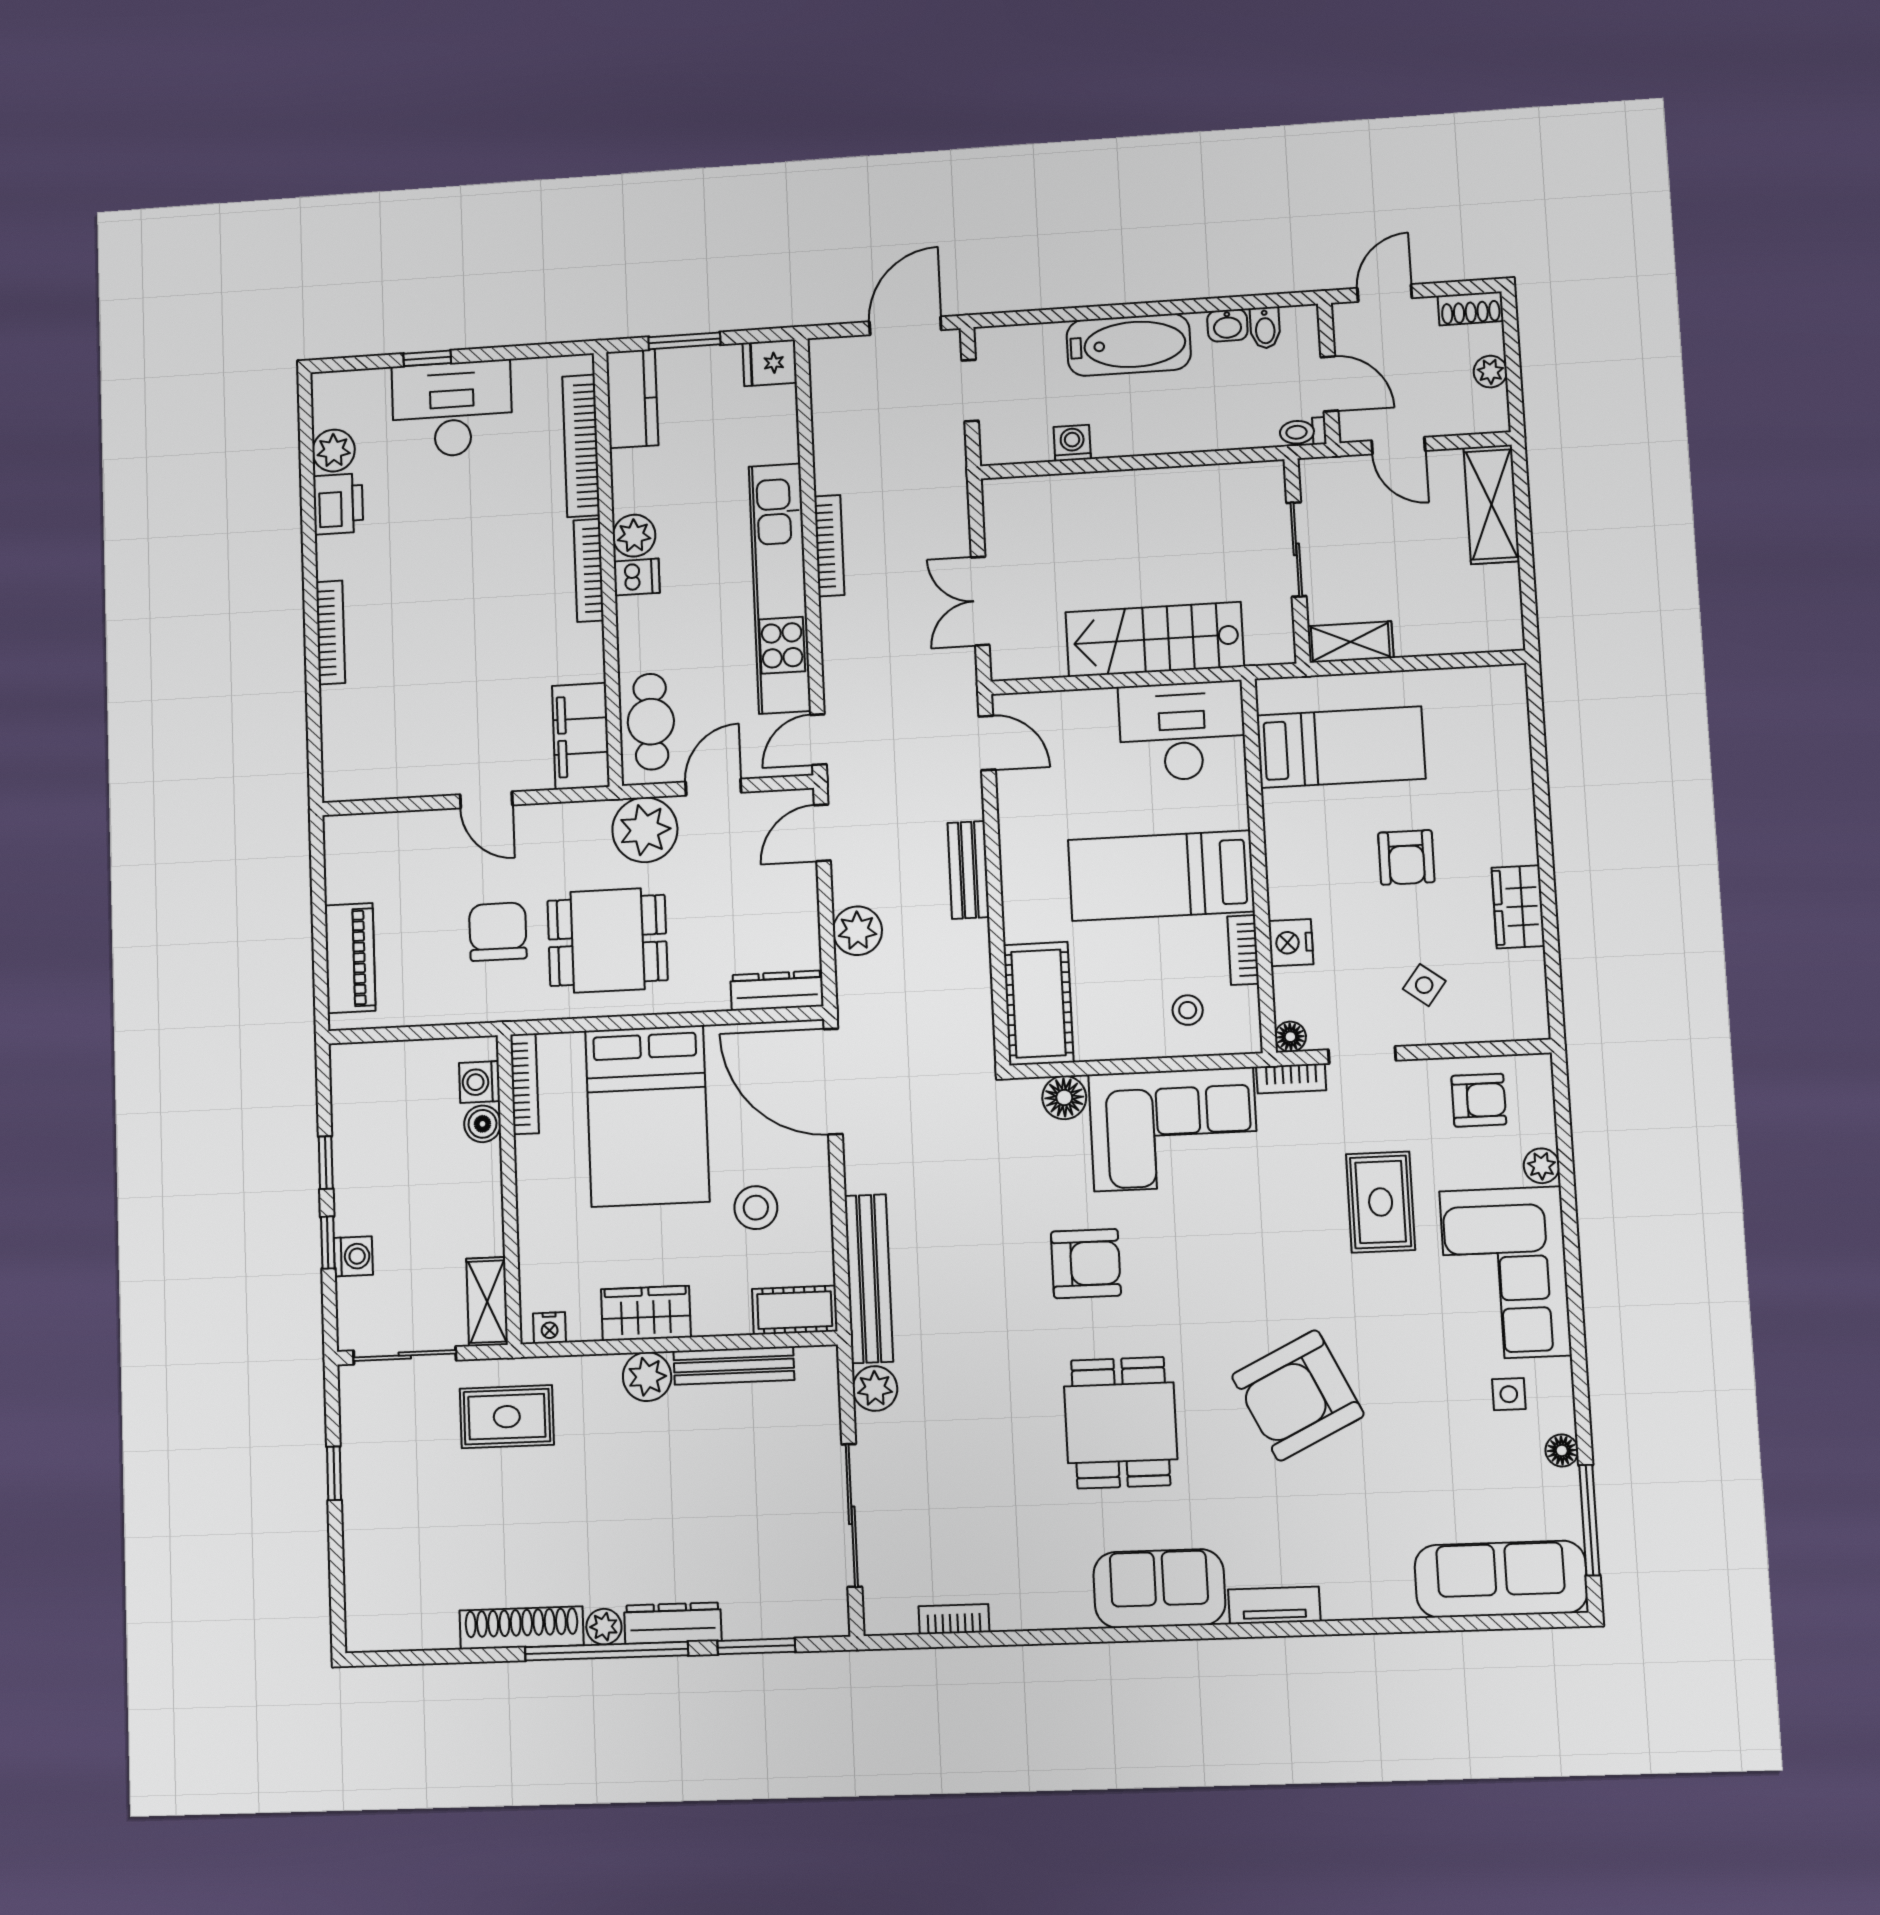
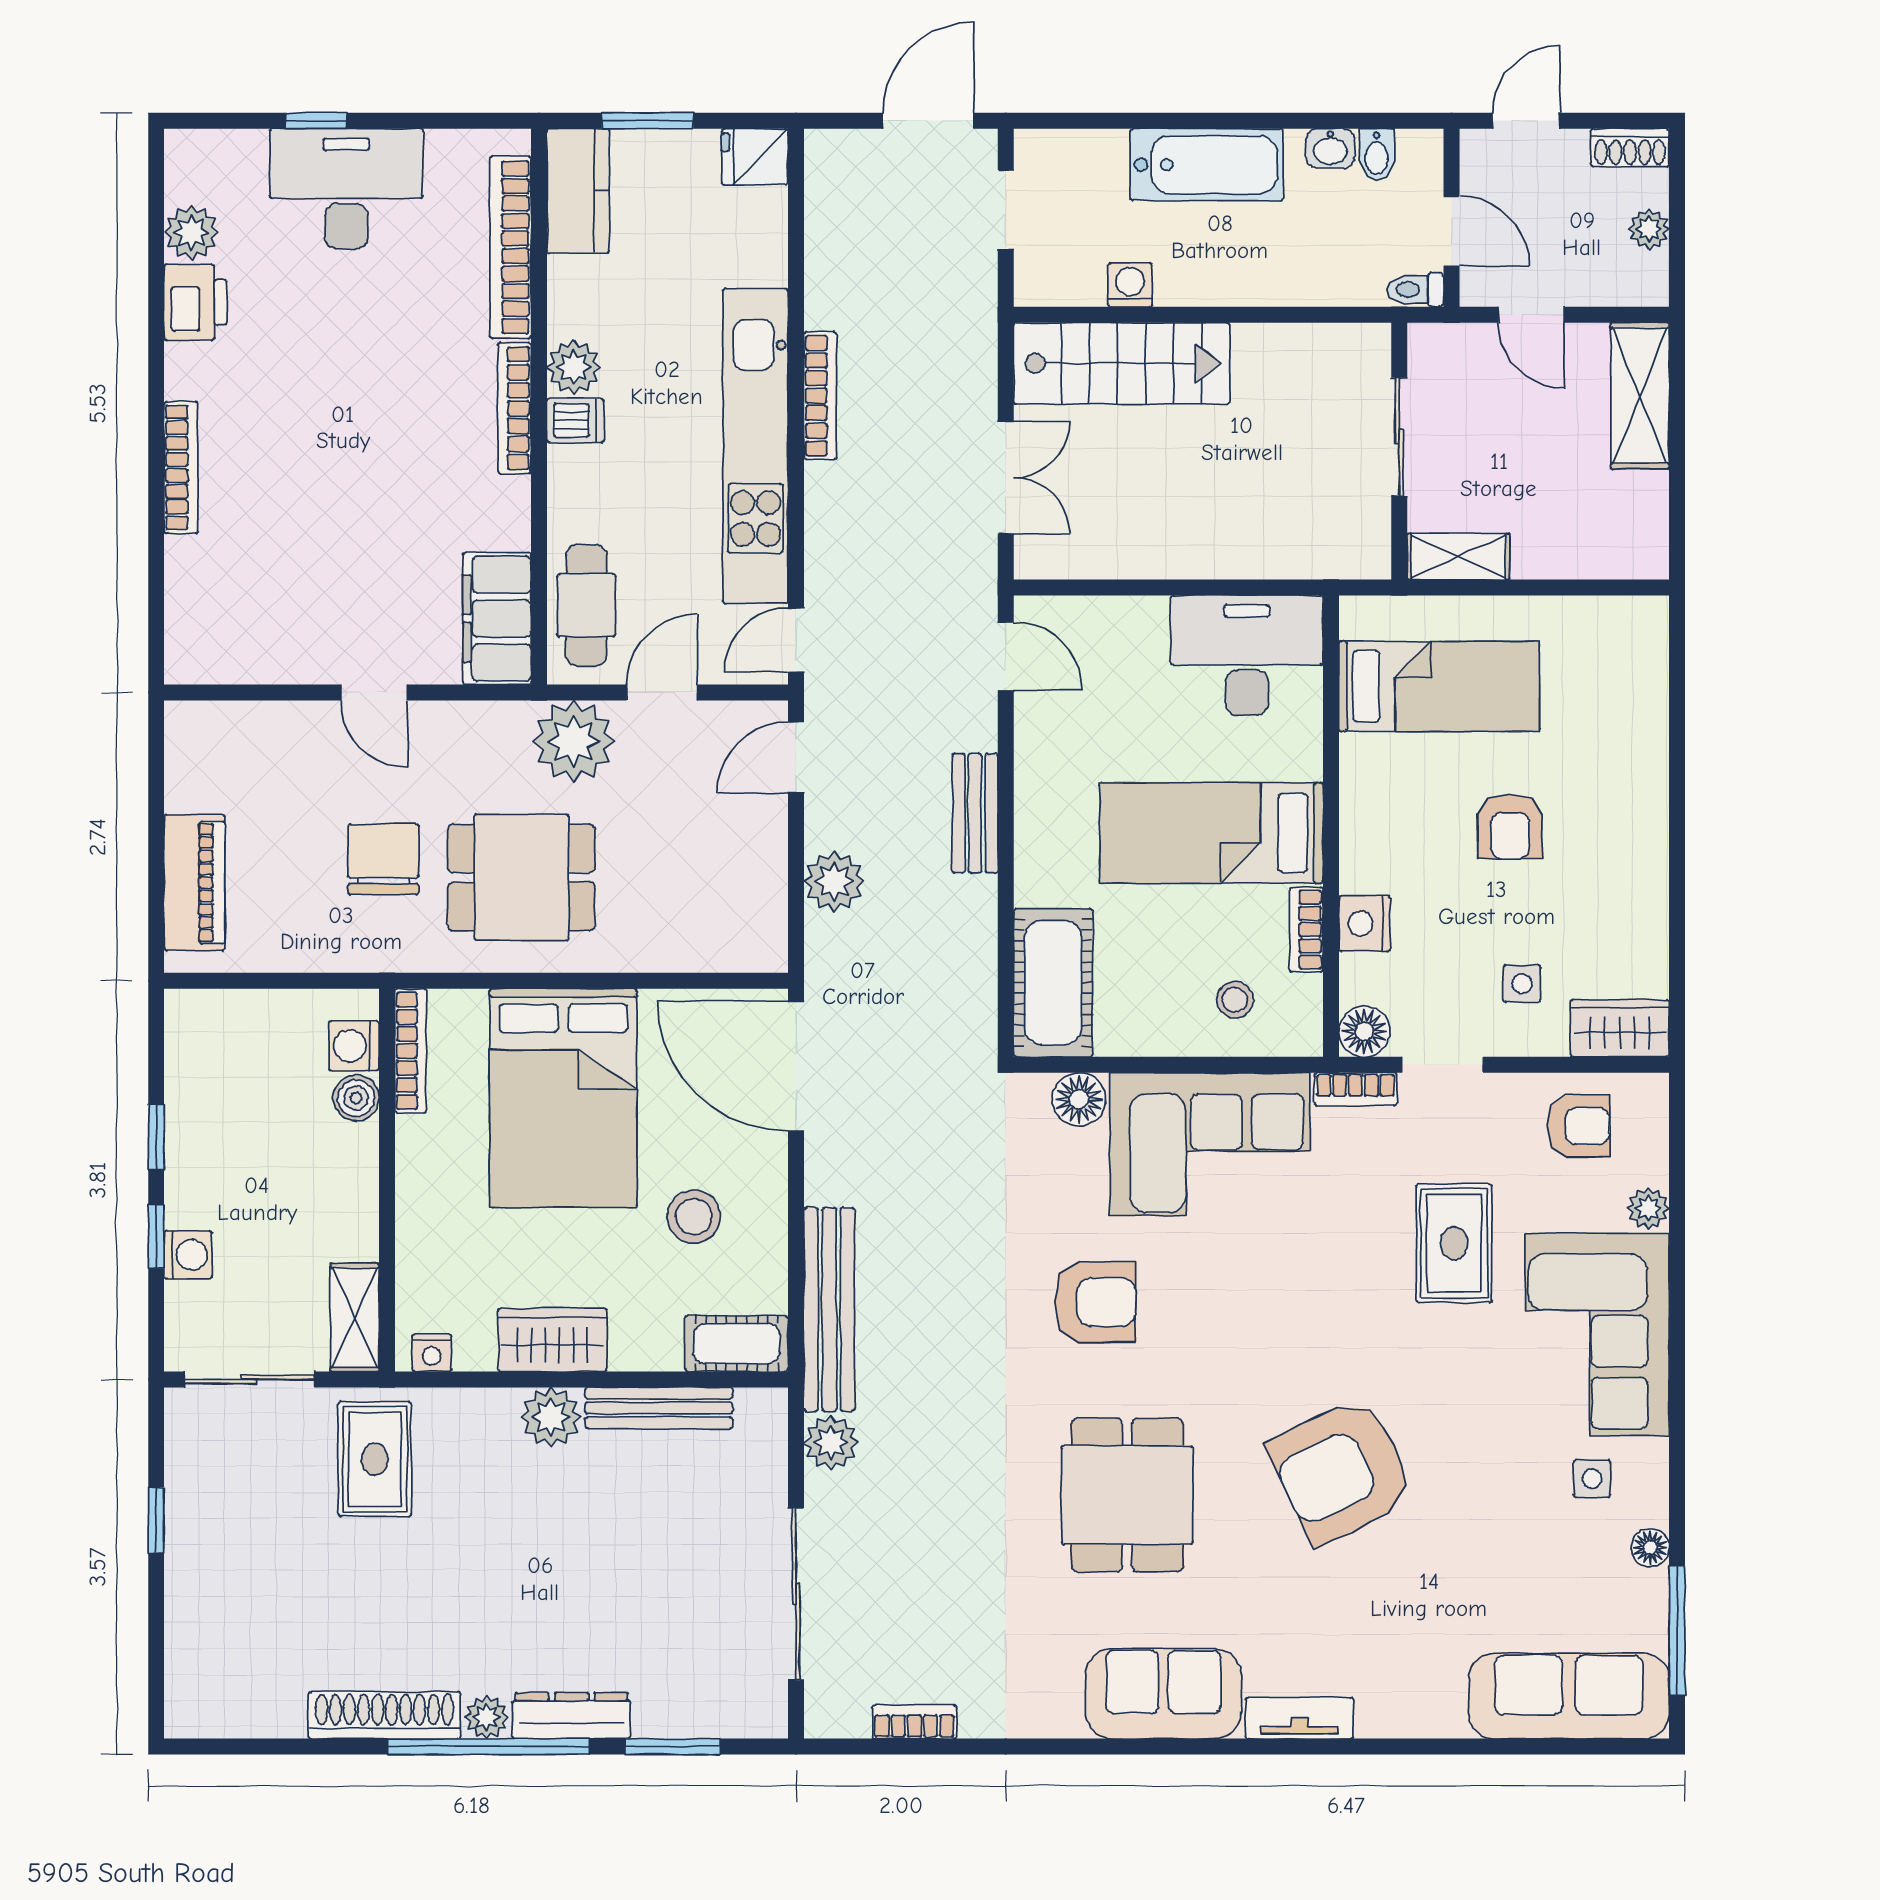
double door: (980, 601) -> (1006, 478), swing flipped
stairs: (1155, 639) -> (1122, 363), moved, turned 180
wardrobe: (1518, 907) -> (1620, 1028), moved, turned 90
side table: (1424, 985) -> (1522, 984), turned -37
dresser: (777, 991) -> (731, 951), removed
floor lamp: (1290, 1037) -> (1364, 1031), width x1.37, depth x1.37
rug: (507, 1417) -> (375, 1459), turned 90

